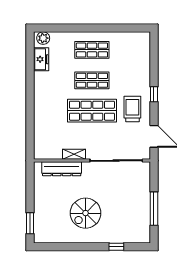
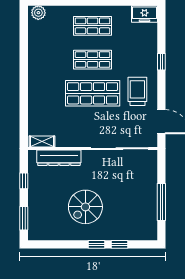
freezer: (41, 59) -> (144, 14), moved, turned 90
window: (154, 94) -> (161, 62), moved
shelving: (74, 154) -> (42, 142), moved
window: (30, 190) -> (24, 181), added
window: (95, 247) -> (96, 244), added

